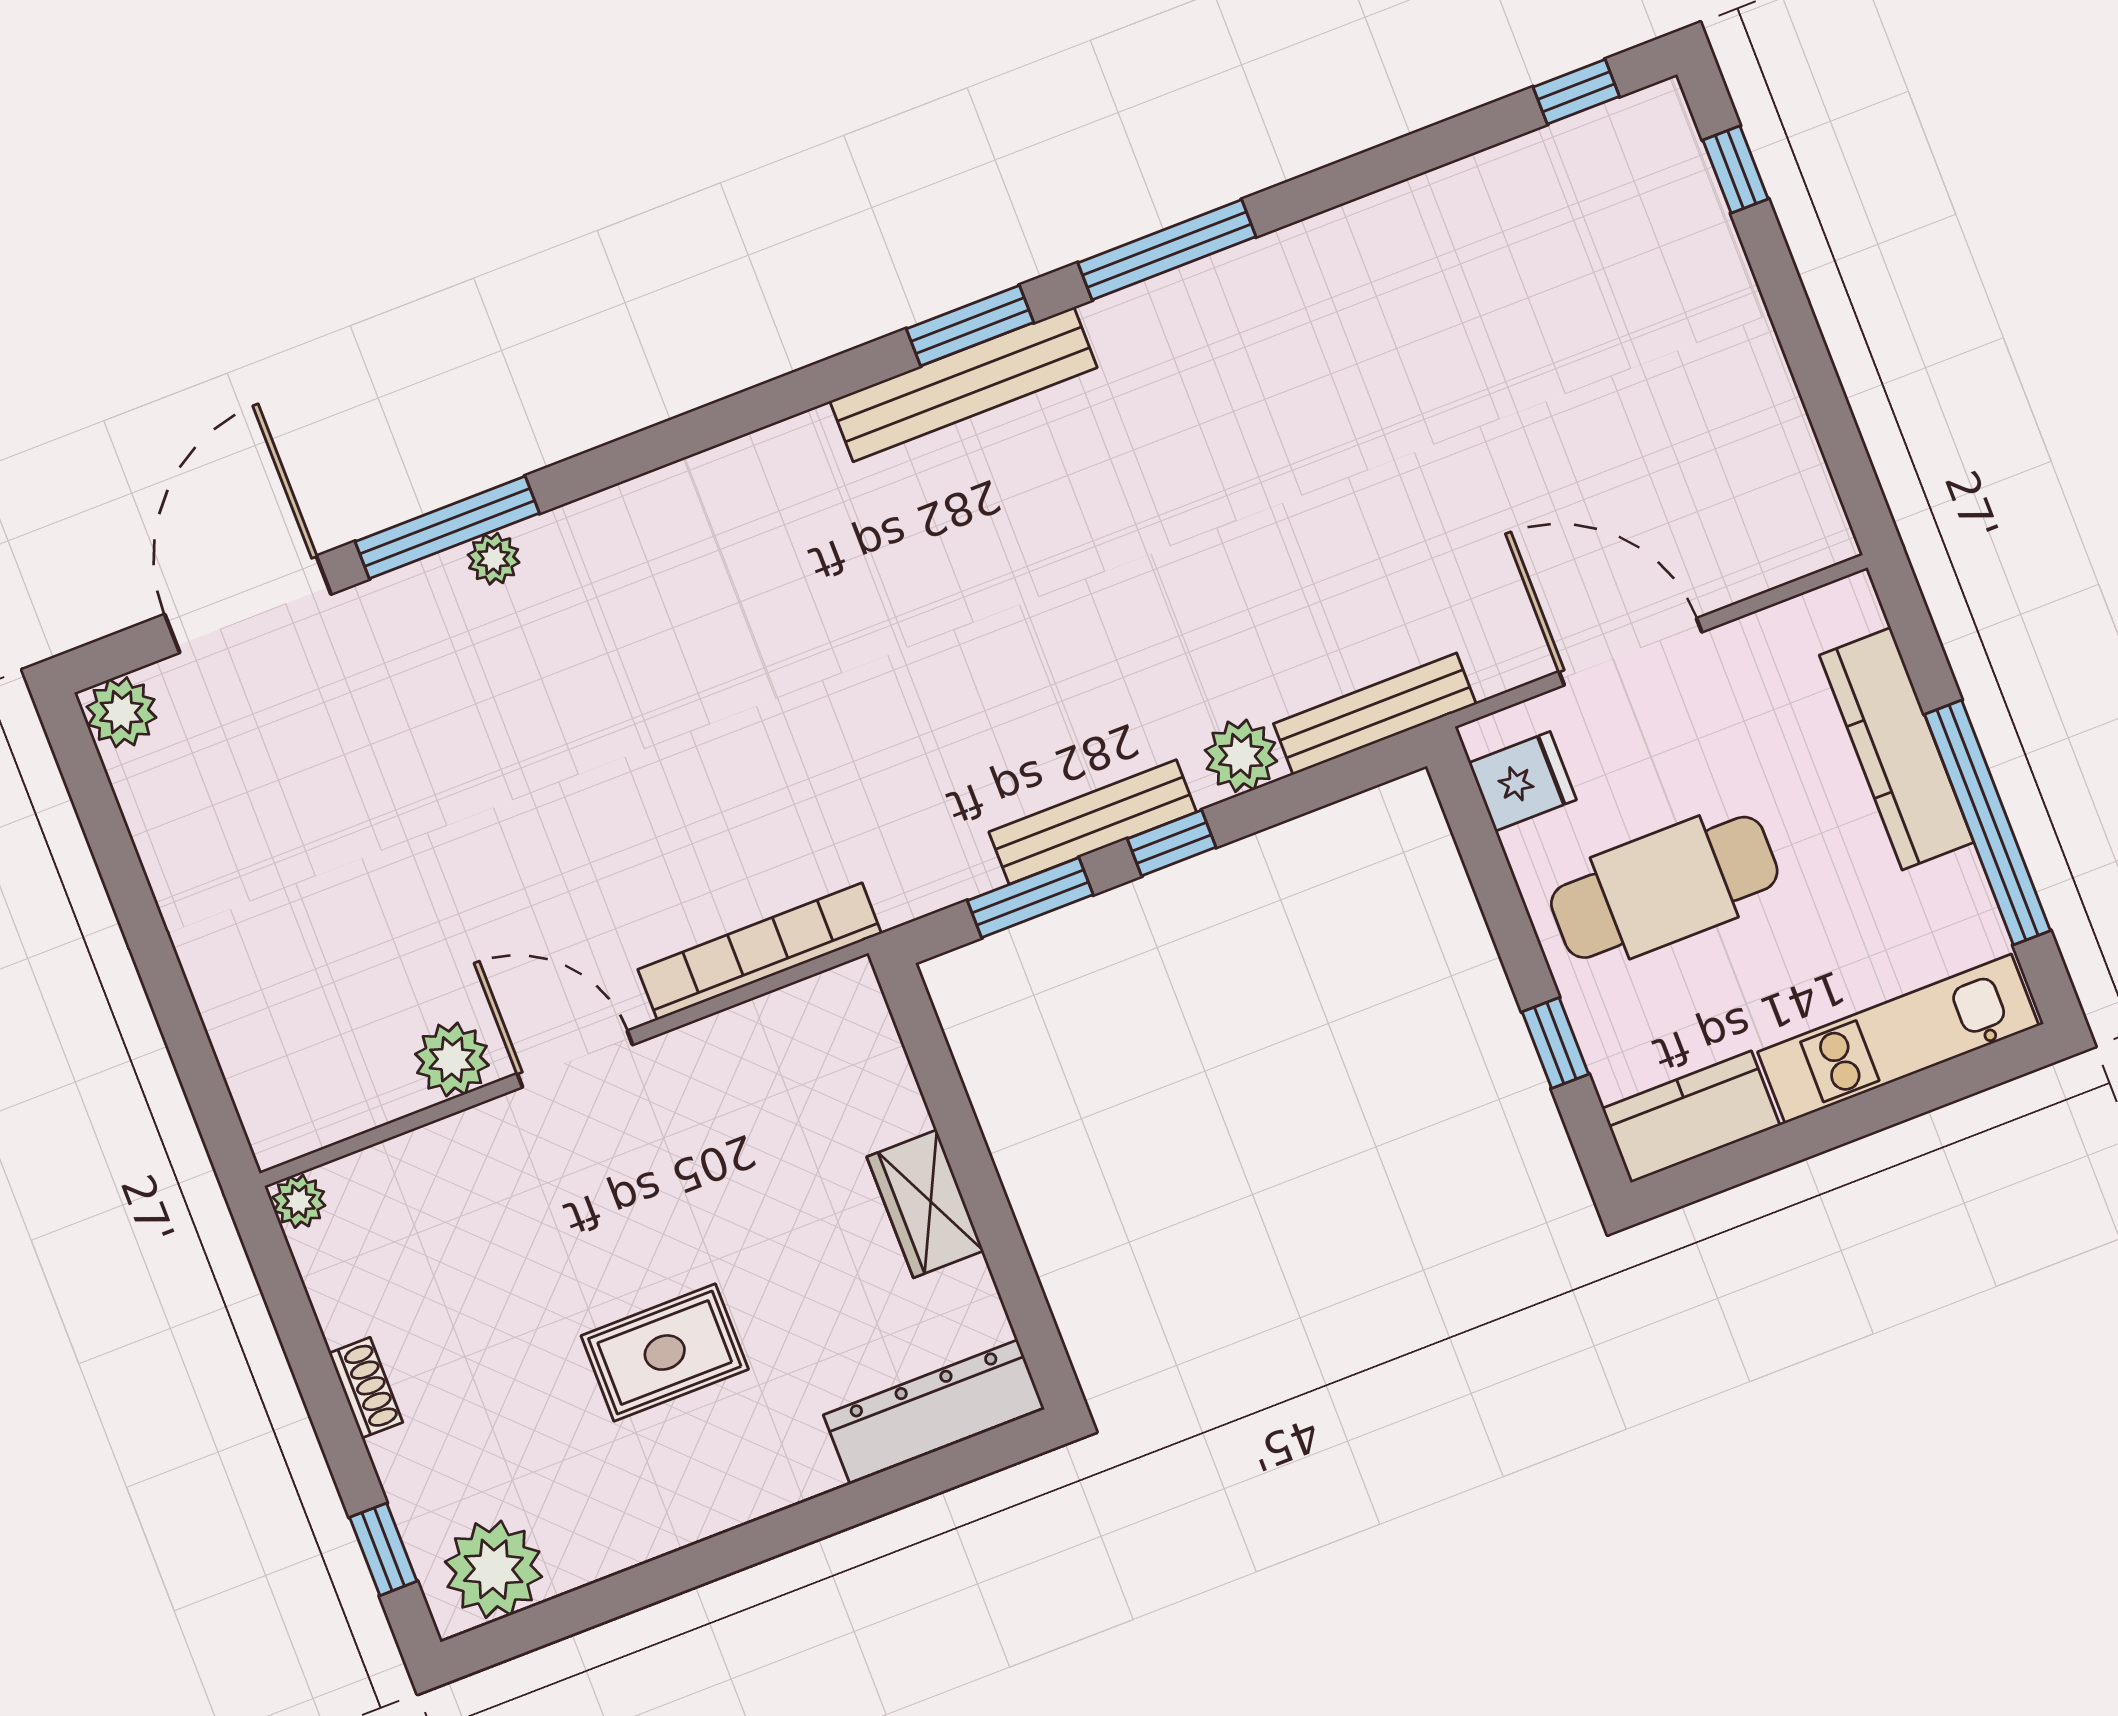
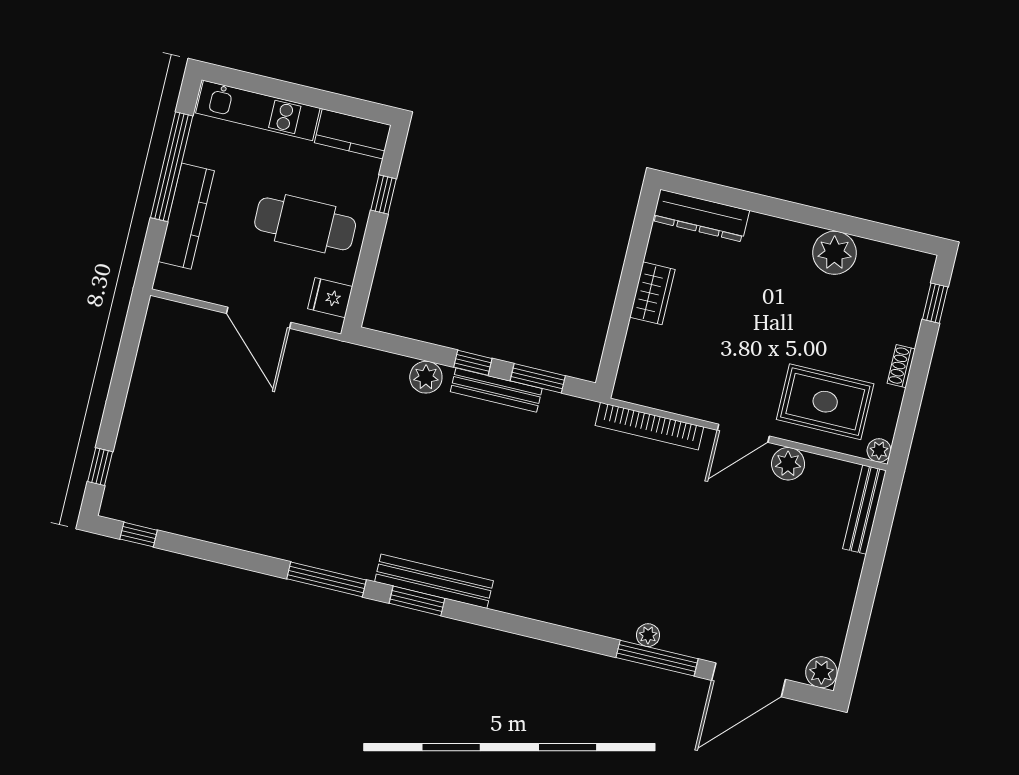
bench: (1375, 714) -> (865, 510), moved, turned 90
door: (575, 1059) -> (743, 433), hinge flipped
rug: (665, 1353) -> (825, 402), moved, width x1.36, depth x1.43
plant: (493, 1569) -> (834, 253), moved

